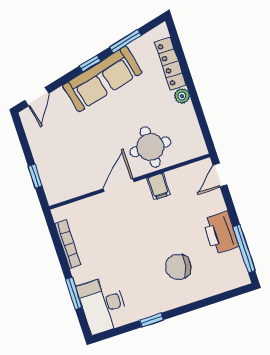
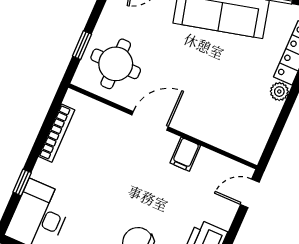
round table: (150, 147) -> (116, 64), moved
window: (74, 293) -> (22, 182), width x0.67

